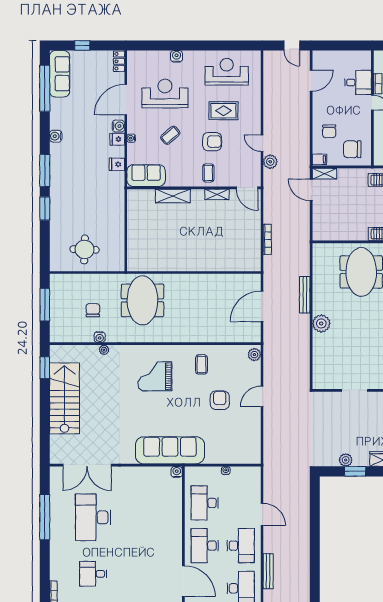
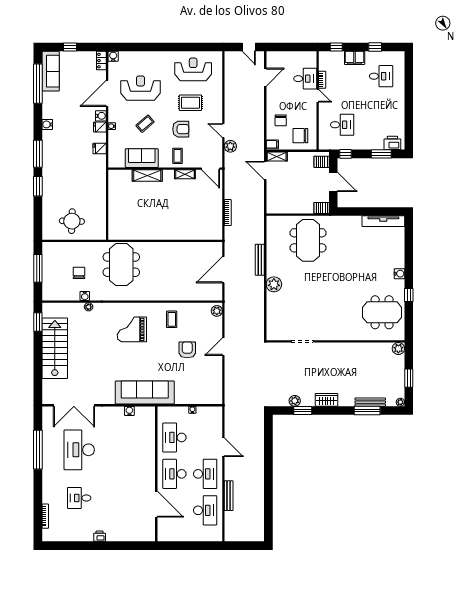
water cooler: (177, 56) -> (113, 56), moved
sofa: (146, 176) -> (142, 158), moved
water cooler: (177, 472) -> (129, 411), moved

